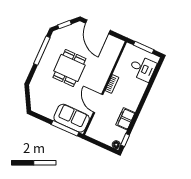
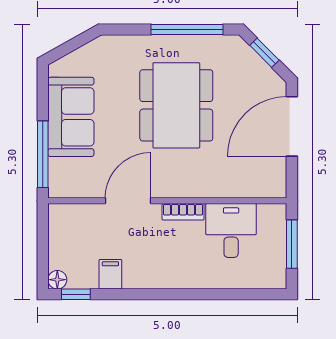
dining table: (69, 68) -> (176, 105), width x1.38
desk: (142, 68) -> (231, 230), moved, turned 180
sofa: (72, 118) -> (71, 117), moved
filing cabinet: (125, 119) -> (110, 274), width x0.50

